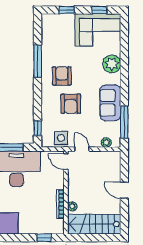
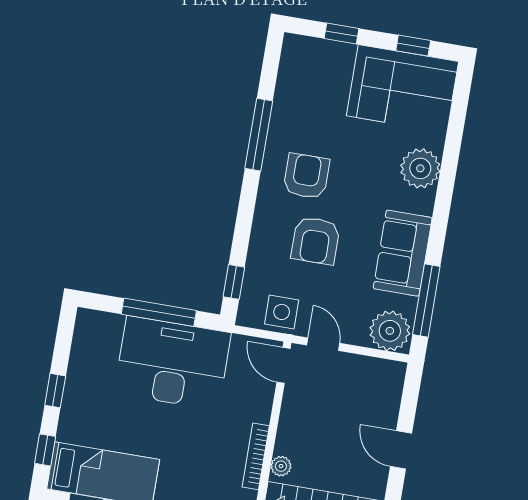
plant: (106, 142) -> (390, 331), width x1.88, depth x1.88

